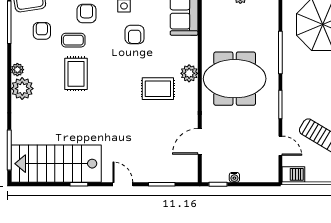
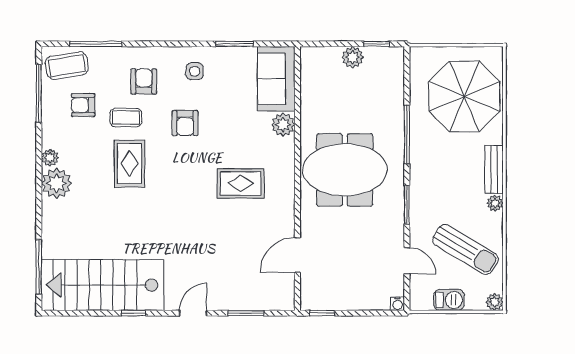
armchair: (42, 31) -> (83, 105), turned -90
armchair: (135, 35) -> (185, 123), moved
plant: (189, 73) -> (283, 125), moved
barbecue: (293, 174) -> (449, 300), moved
water cooler: (234, 177) -> (397, 304), moved
door: (123, 184) -> (193, 313), hinge flipped

